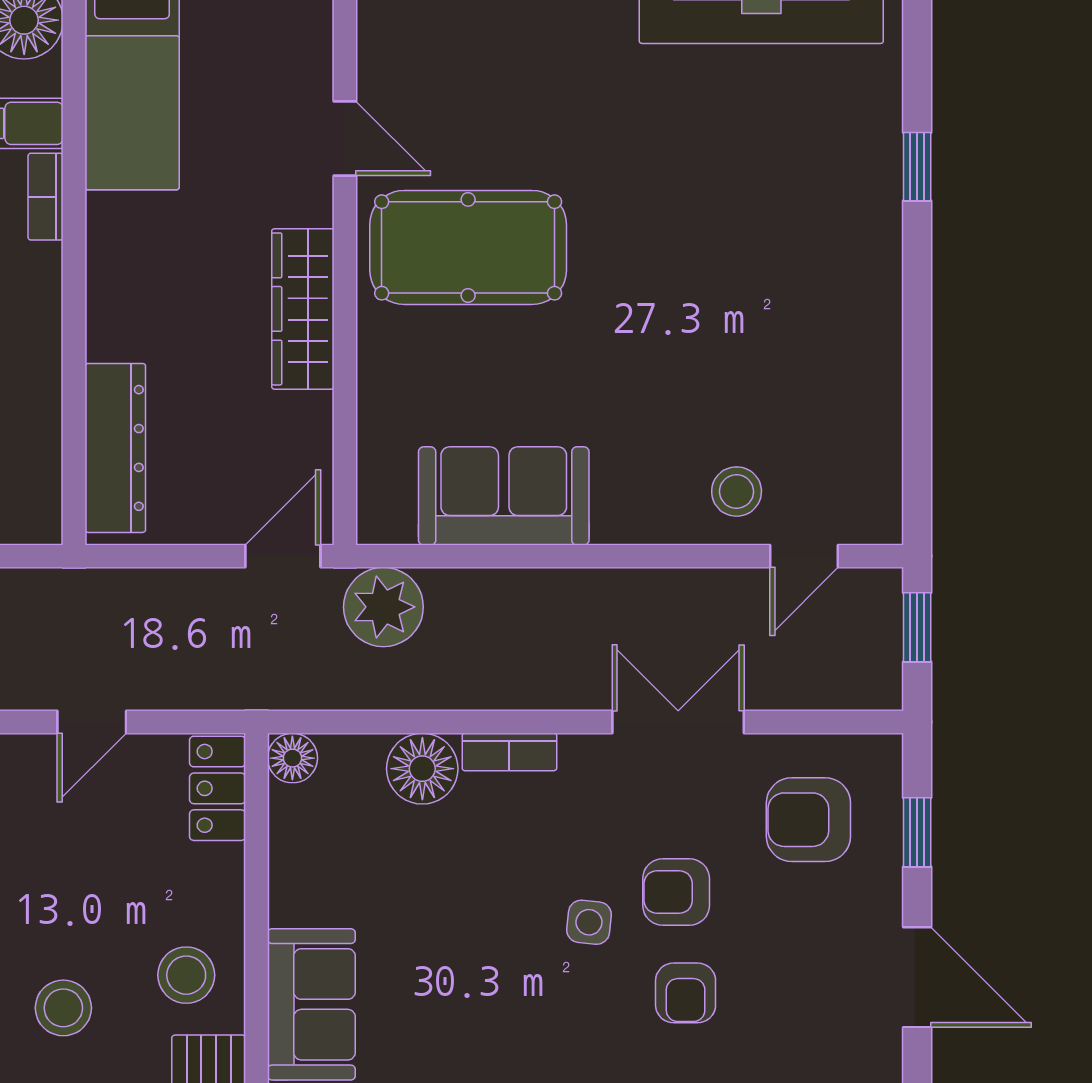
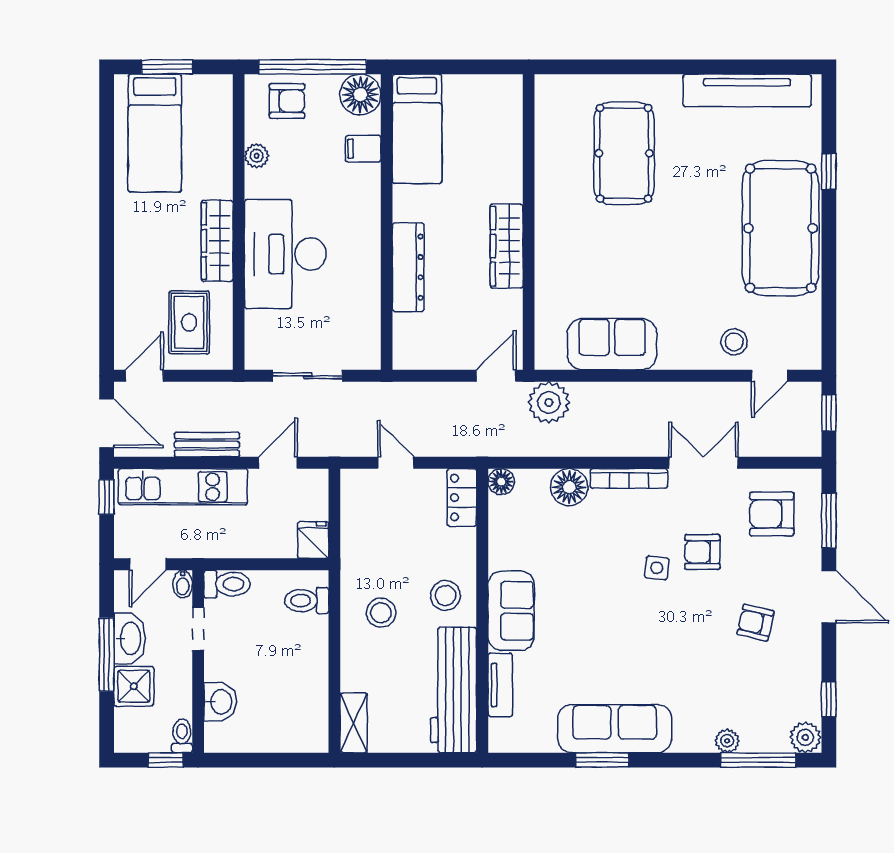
door: (345, 138) -> (529, 157), removed
bookcase: (46, 197) -> (372, 187), removed
pool table: (468, 247) -> (624, 153), moved, turned 90
pool table: (825, 275) -> (781, 228), added
dresser: (115, 448) -> (408, 267), moved
door: (92, 722) -> (396, 463), swing flipped
bookcase: (509, 752) -> (629, 478), width x1.56
window: (917, 832) -> (829, 521), width x1.50
armchair: (686, 993) -> (755, 623), moved, turned 103

